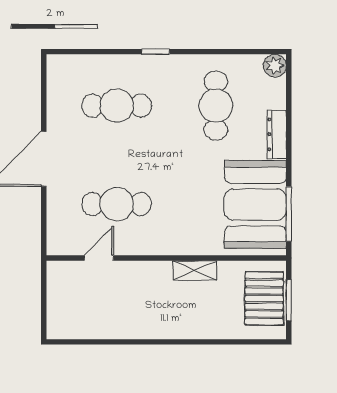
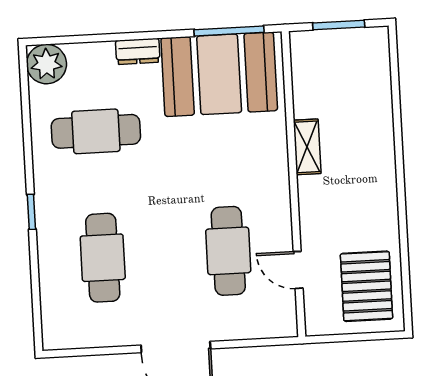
plant: (275, 66) -> (47, 64), width x1.36, depth x1.36
dresser: (277, 134) -> (138, 51), width x0.70
pallet: (264, 299) -> (367, 286), moved, turned 90

